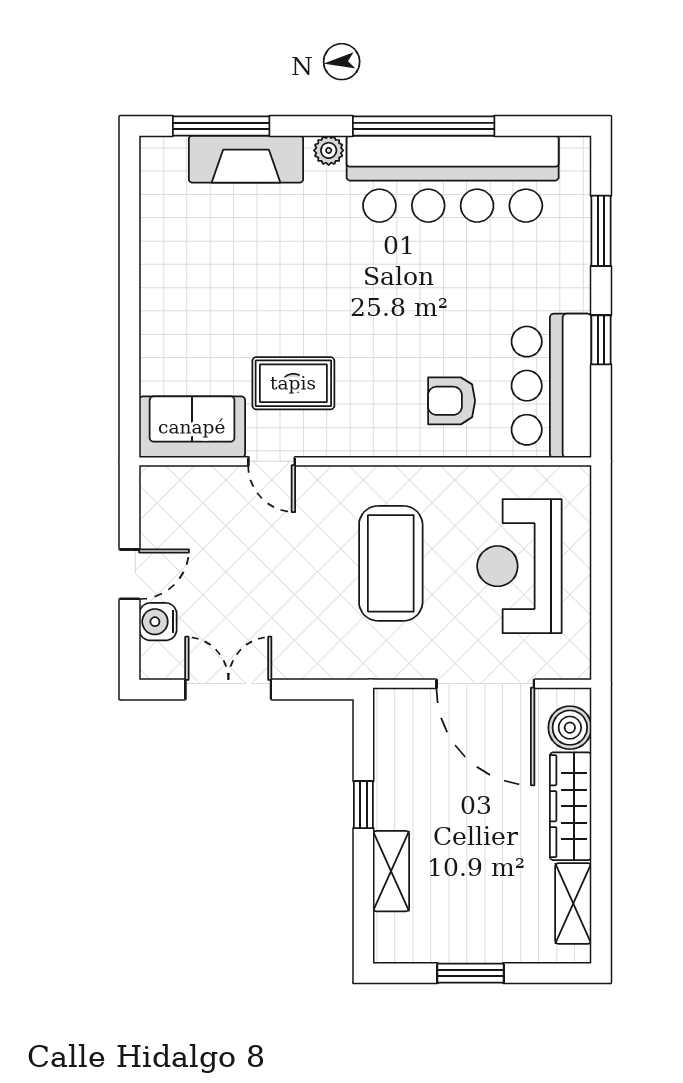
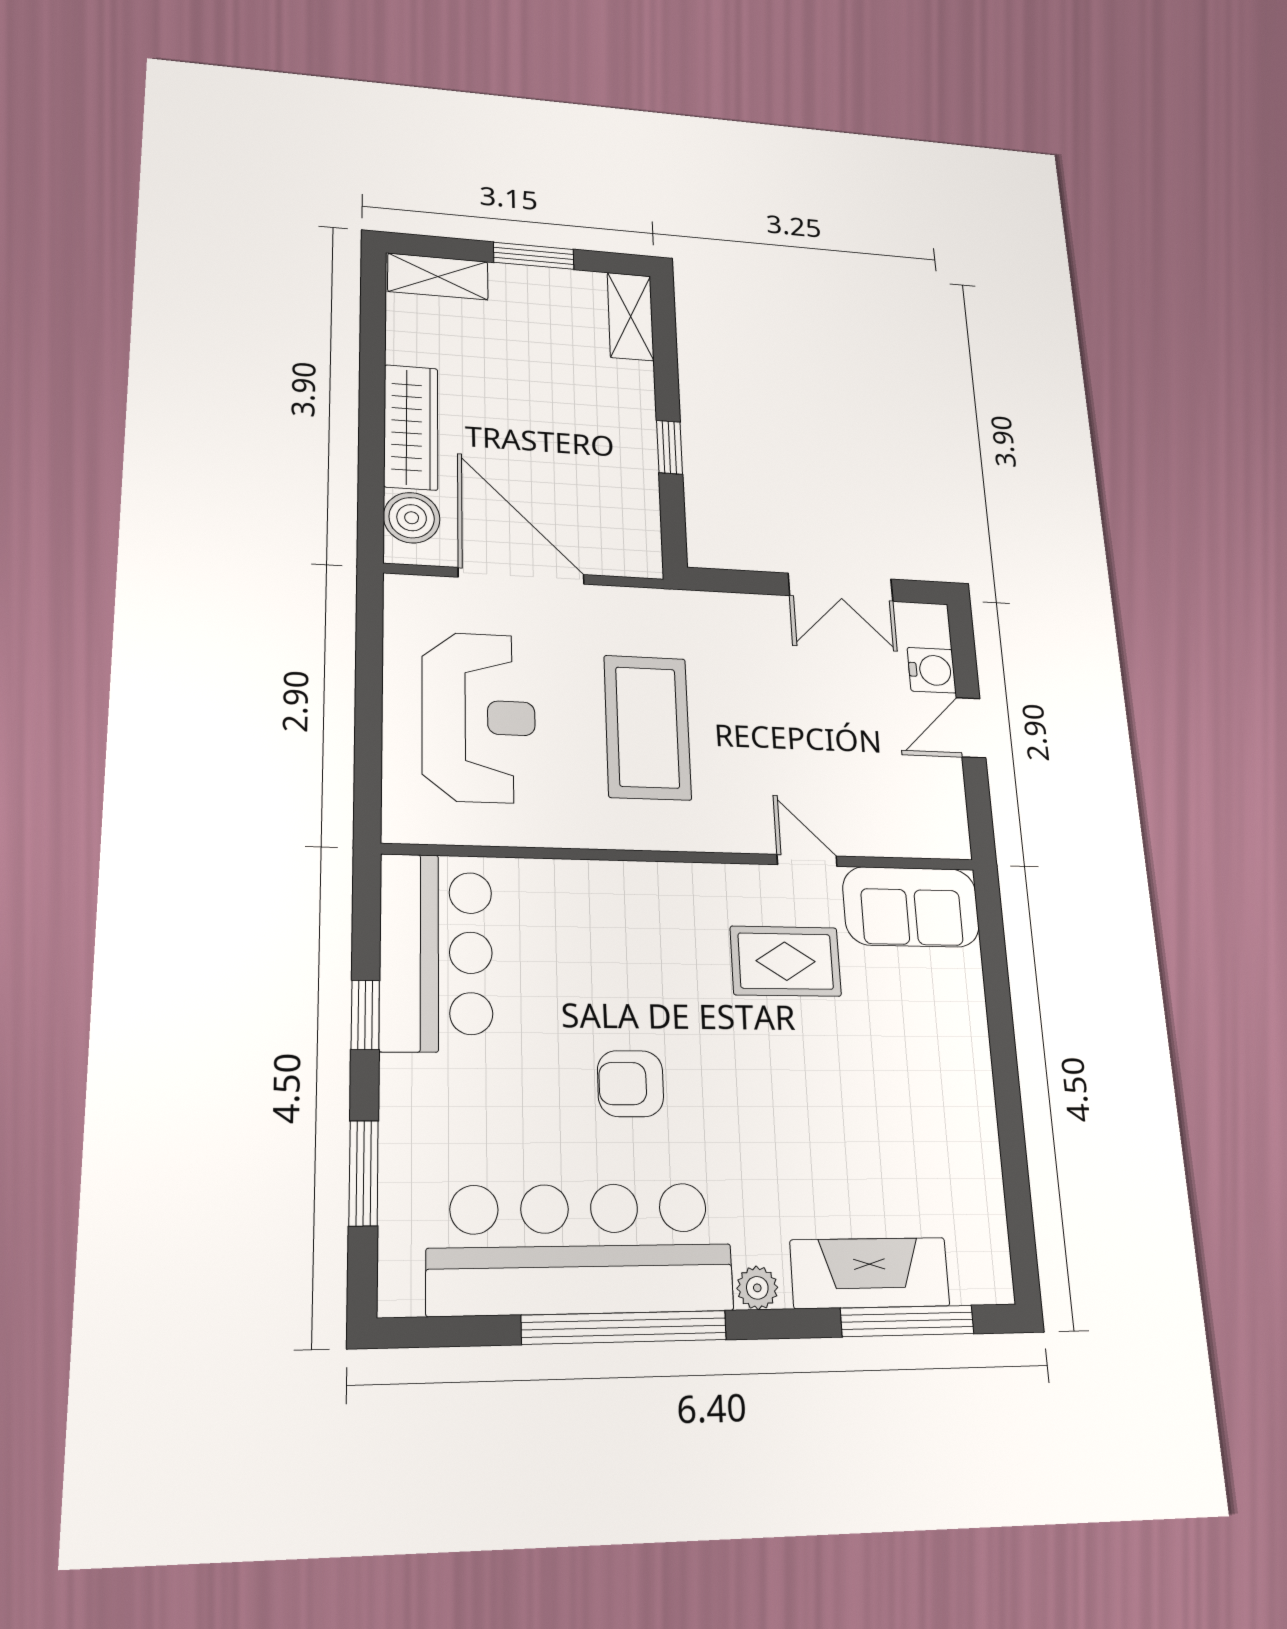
armchair: (452, 401) -> (630, 1084), moved, turned 180
shelving: (391, 871) -> (631, 316), moved
shelving: (573, 903) -> (438, 277), moved, turned 90

